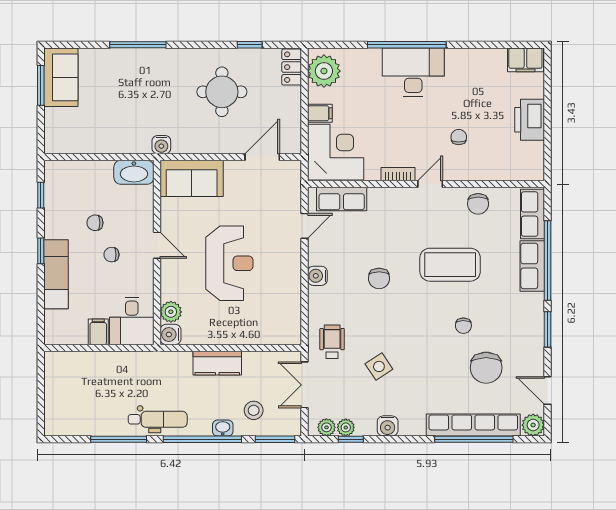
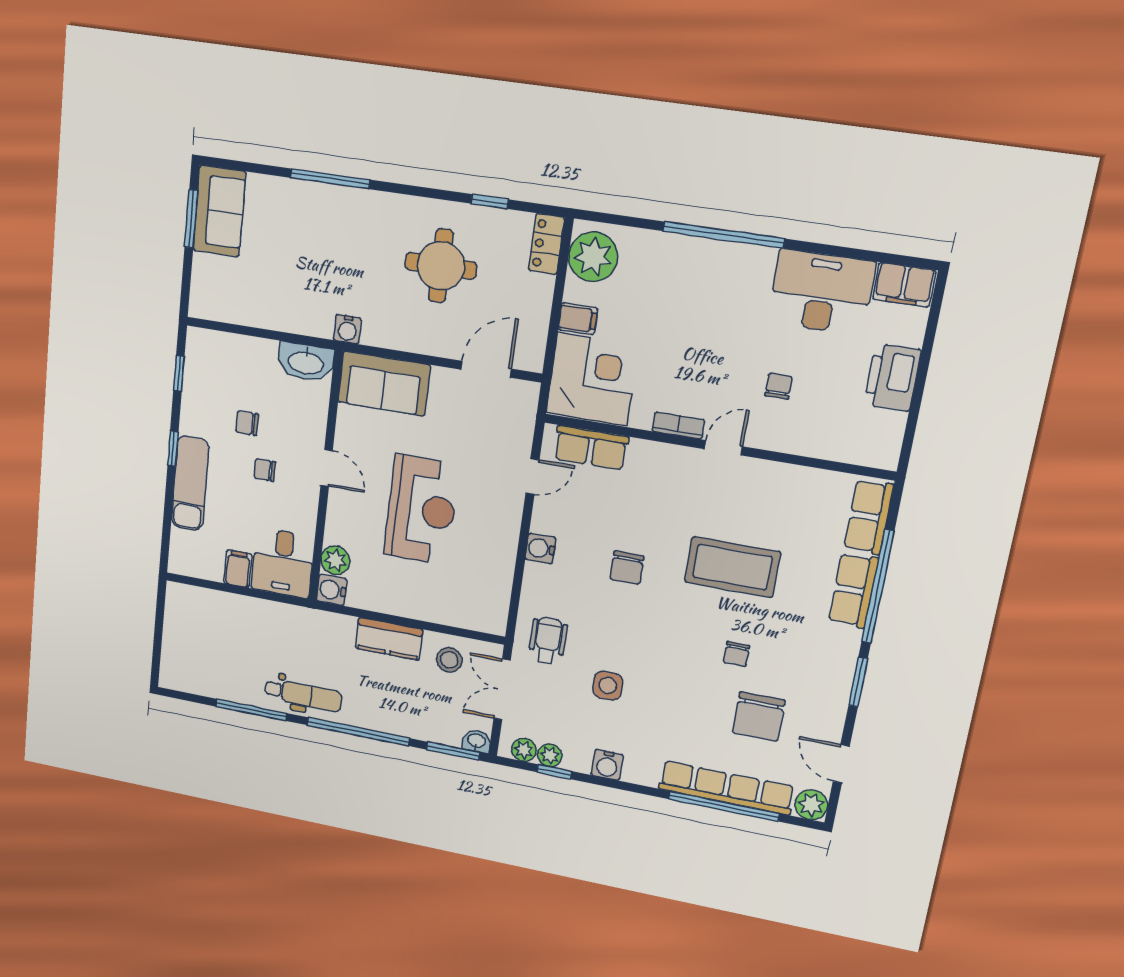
desk: (413, 72) -> (821, 292), moved
chair: (478, 204) -> (790, 488), removed
side table: (379, 366) -> (608, 686), turned 33
stool: (254, 410) -> (449, 660), moved
washbasin: (223, 428) -> (477, 741), moved

